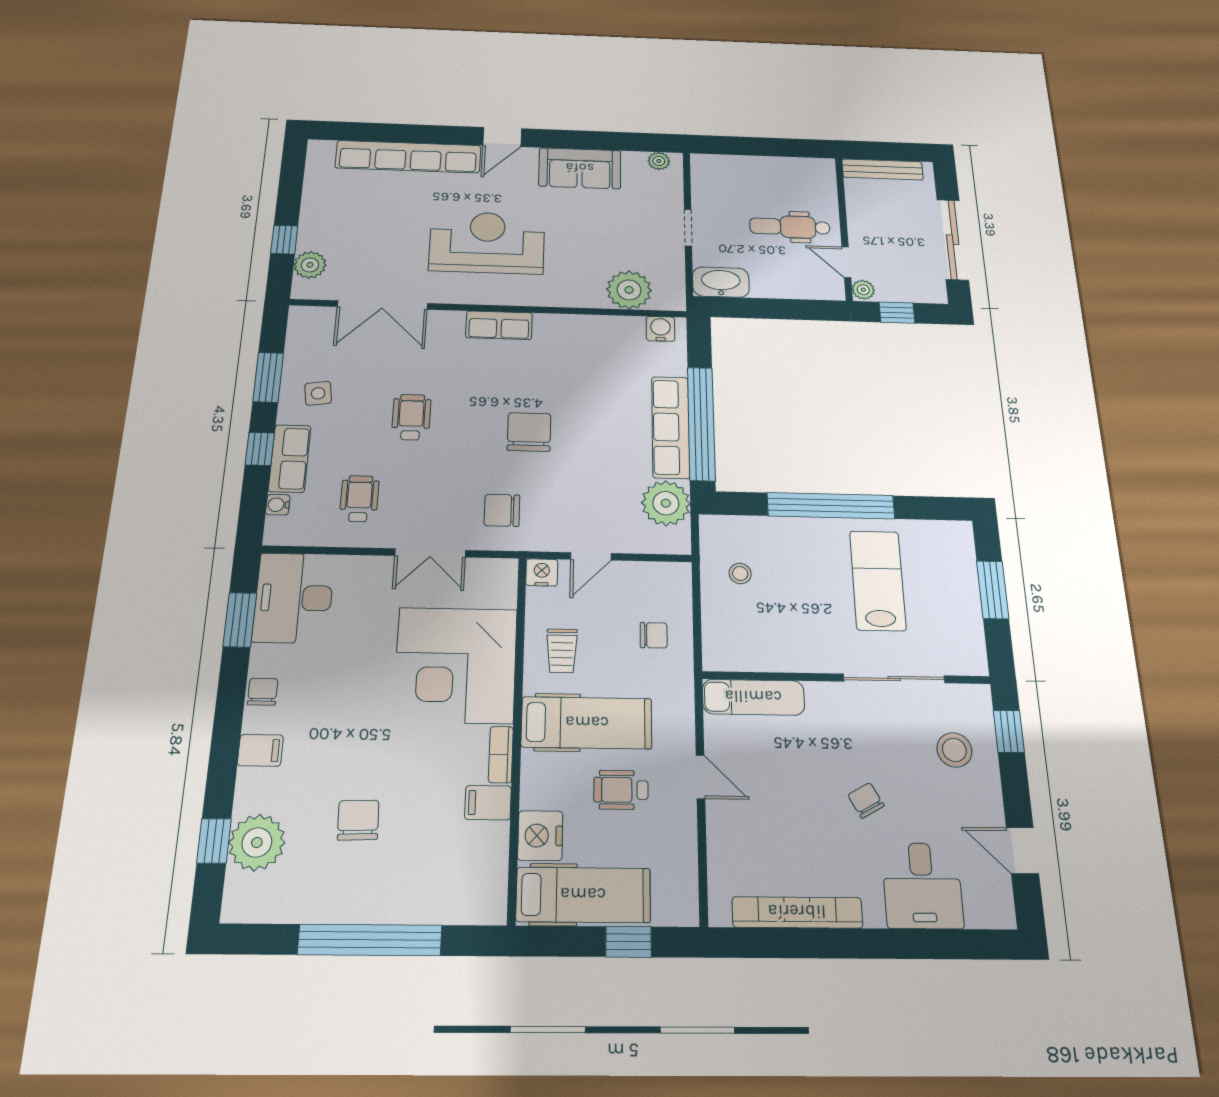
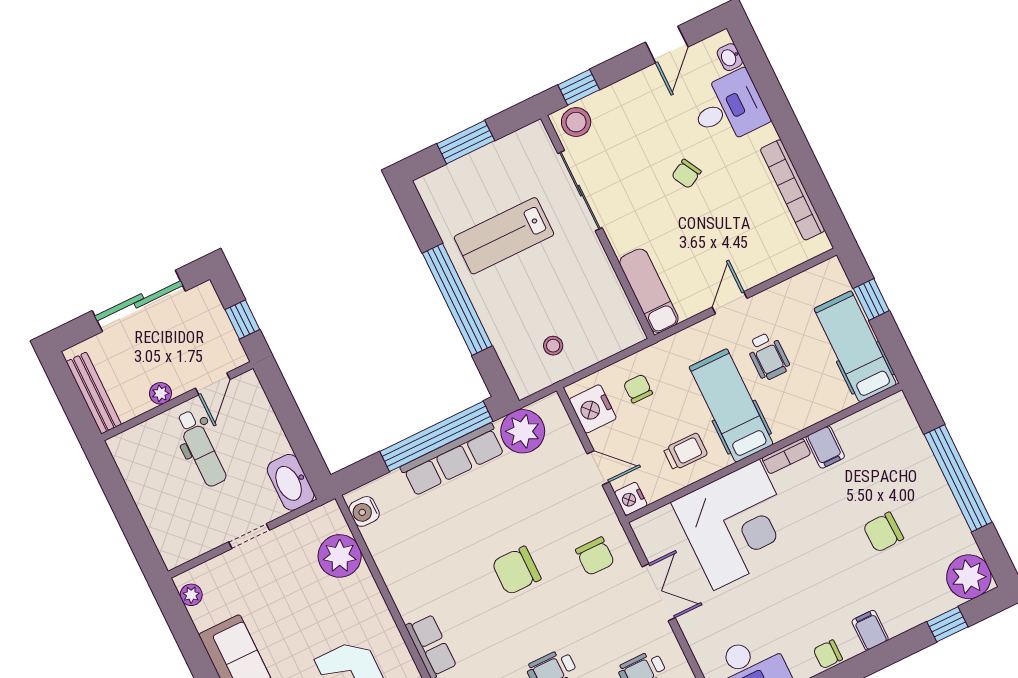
plant: (863, 290) -> (161, 393), moved
stool: (954, 750) -> (576, 122), moved
nightstand: (540, 836) -> (593, 409), moved, turned 90
plant: (257, 843) -> (969, 577), moved
washbasin: (982, 916) -> (730, 57), added

